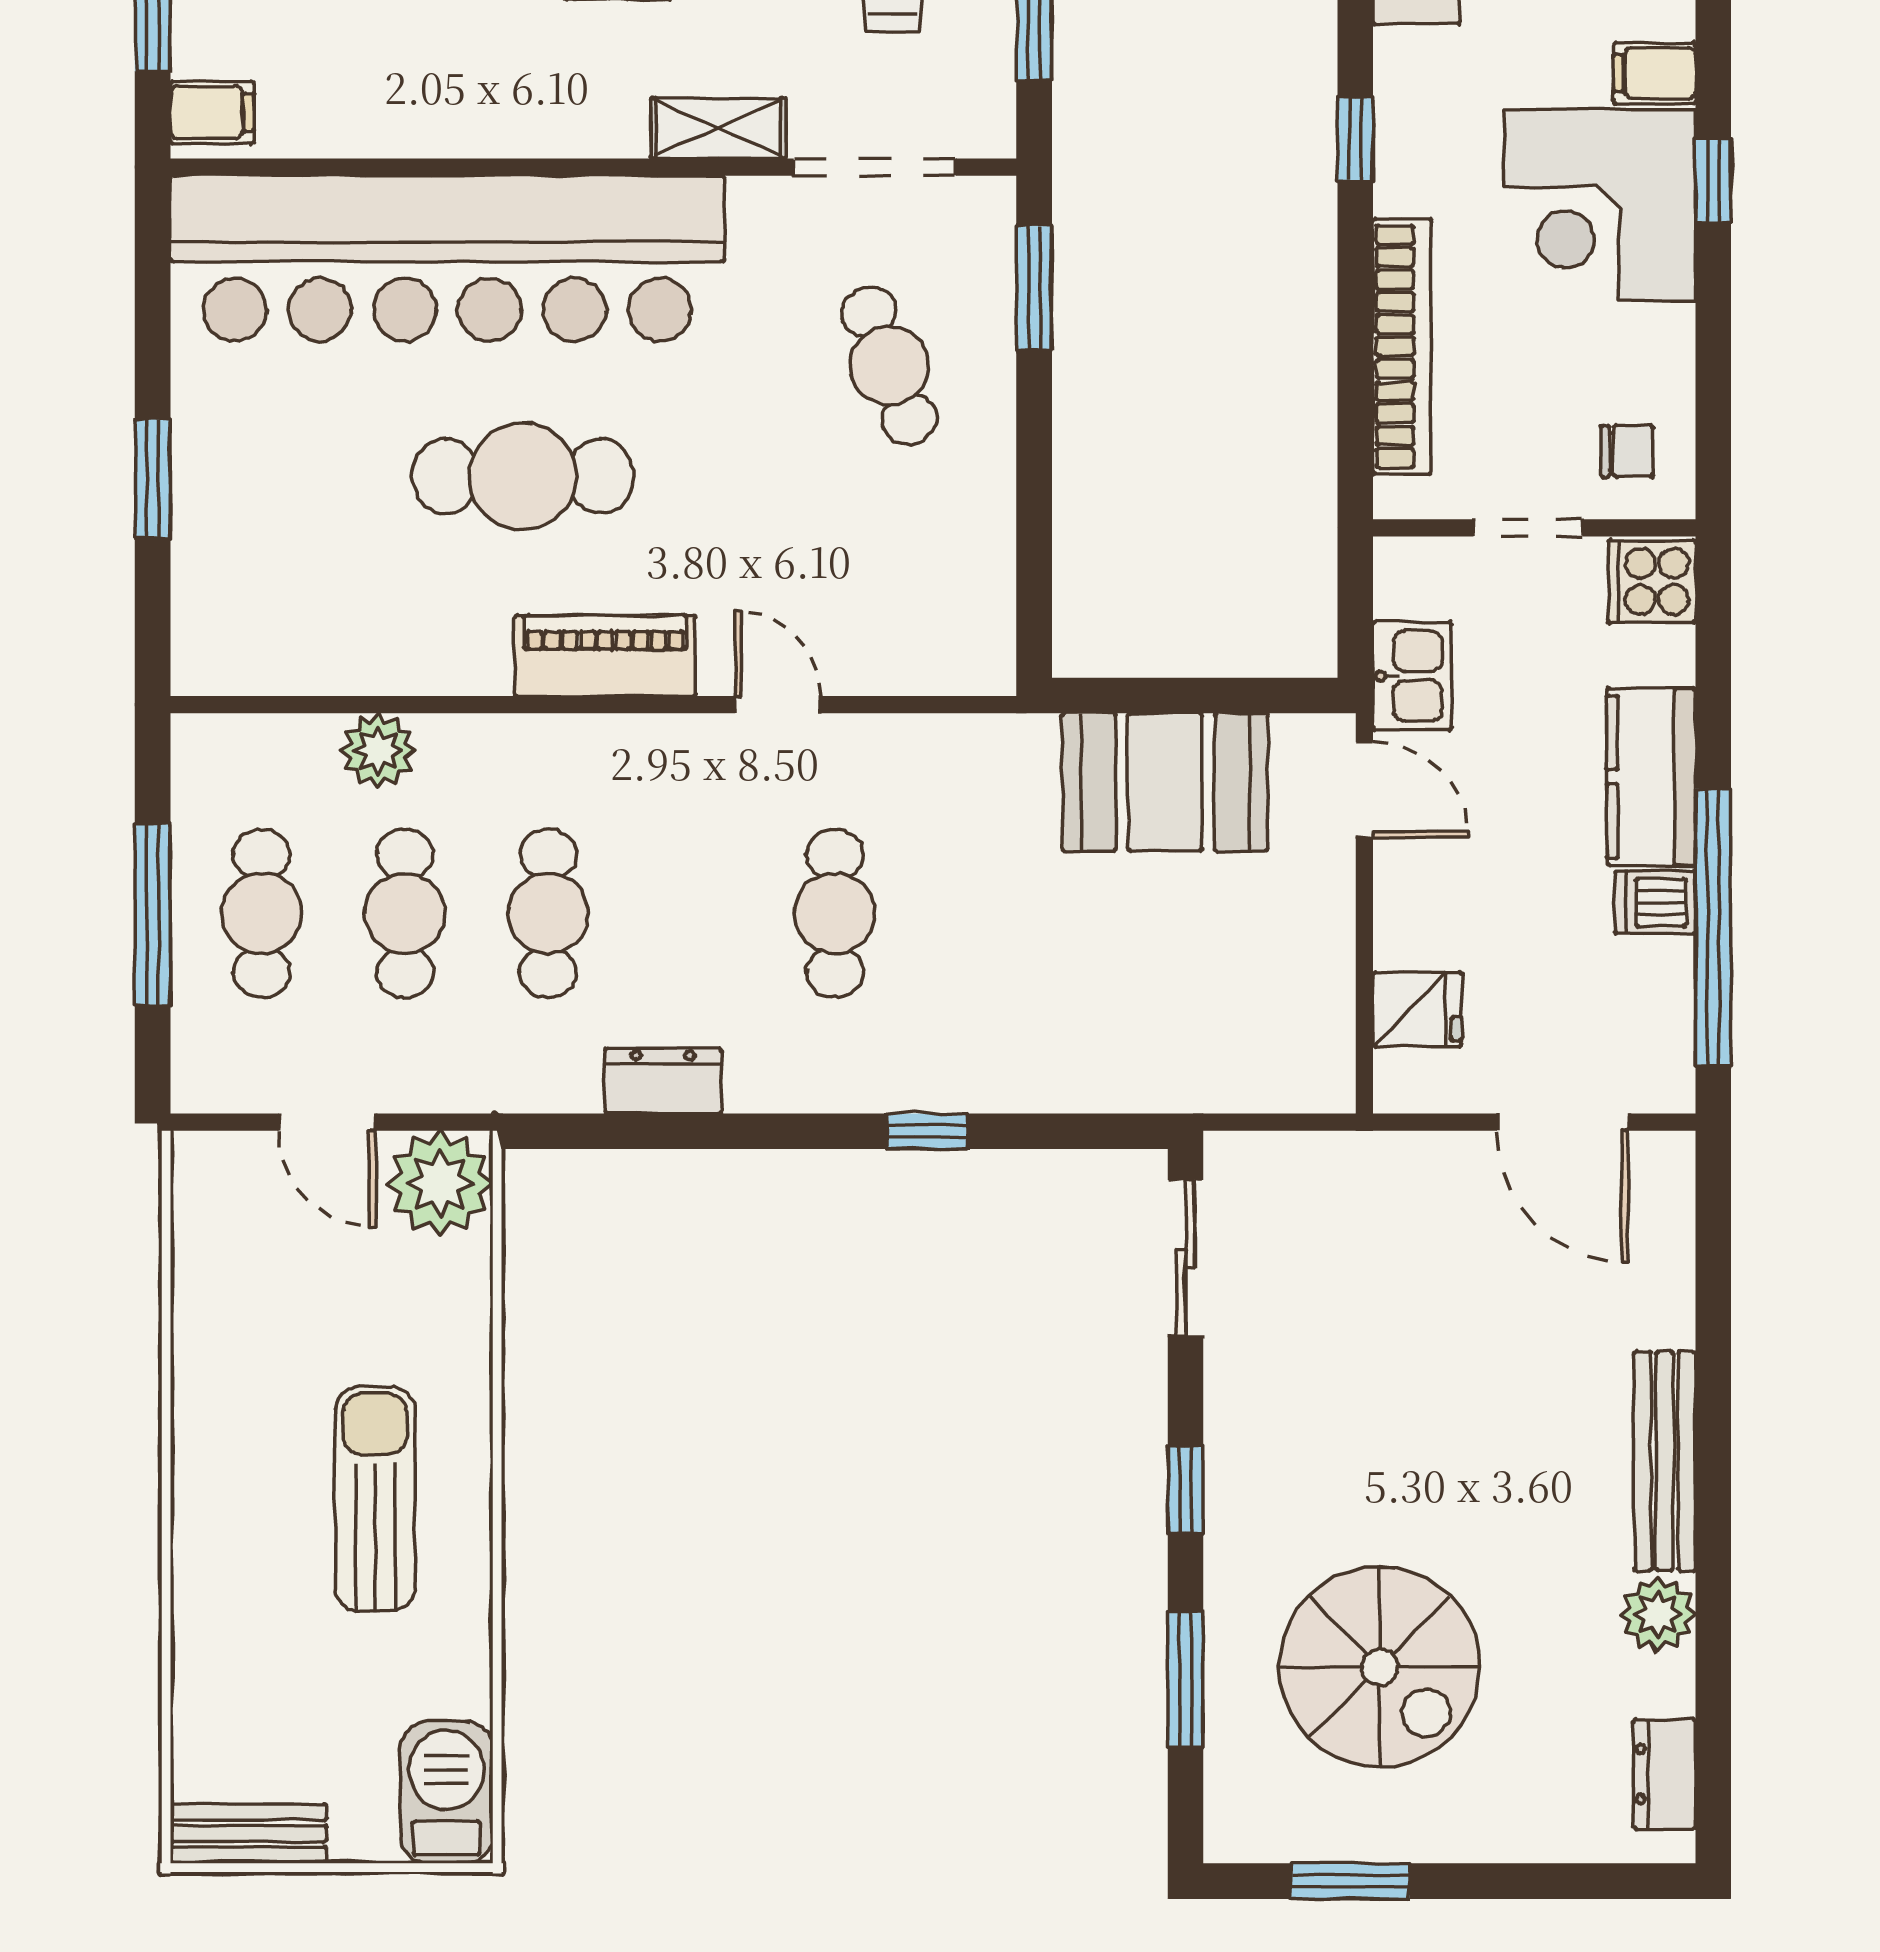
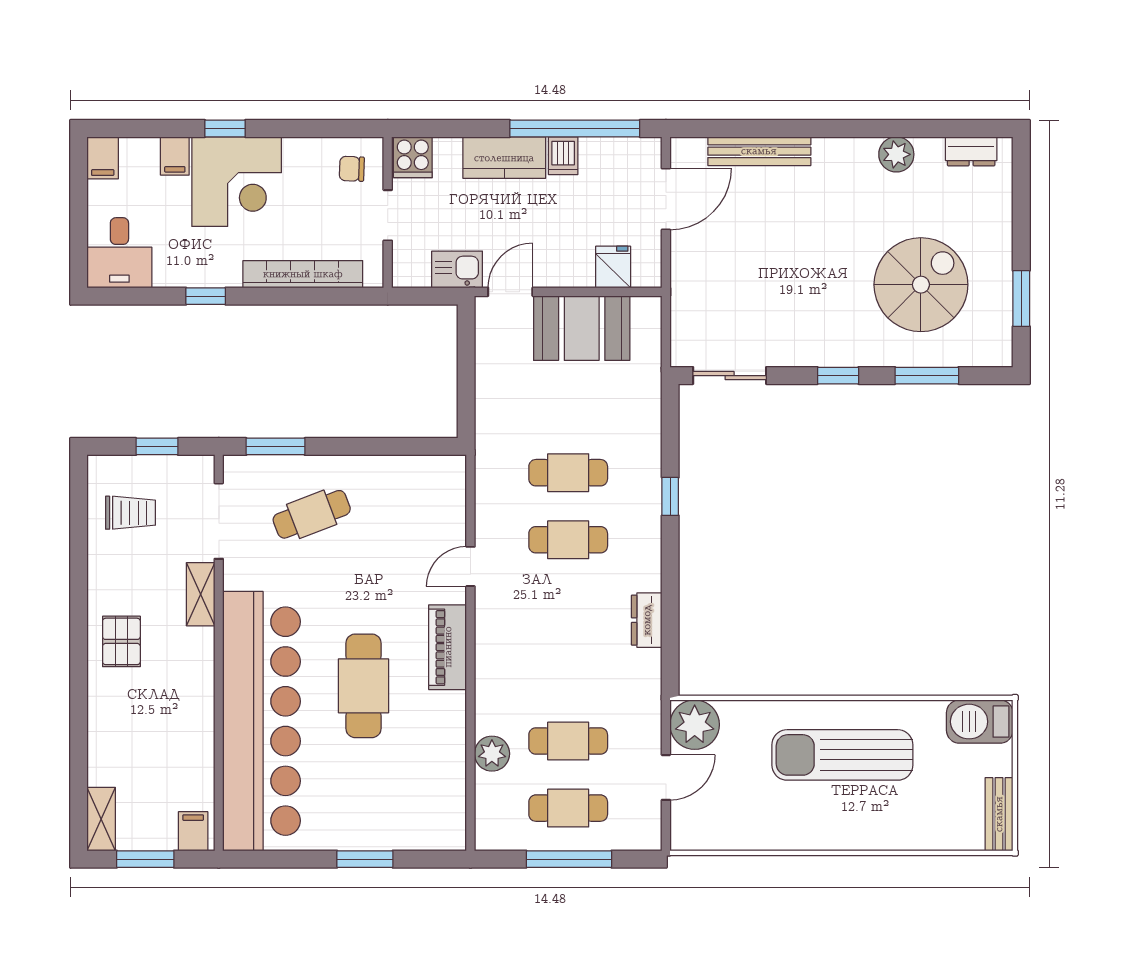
chair: (1627, 451) -> (352, 169), turned -88
booth: (1165, 782) -> (582, 328), moved, turned 90
cafe table: (548, 913) -> (568, 473), moved
bench: (1665, 1461) -> (759, 151), moved
sun lounger: (375, 1499) -> (842, 755), width x1.36, depth x1.34

